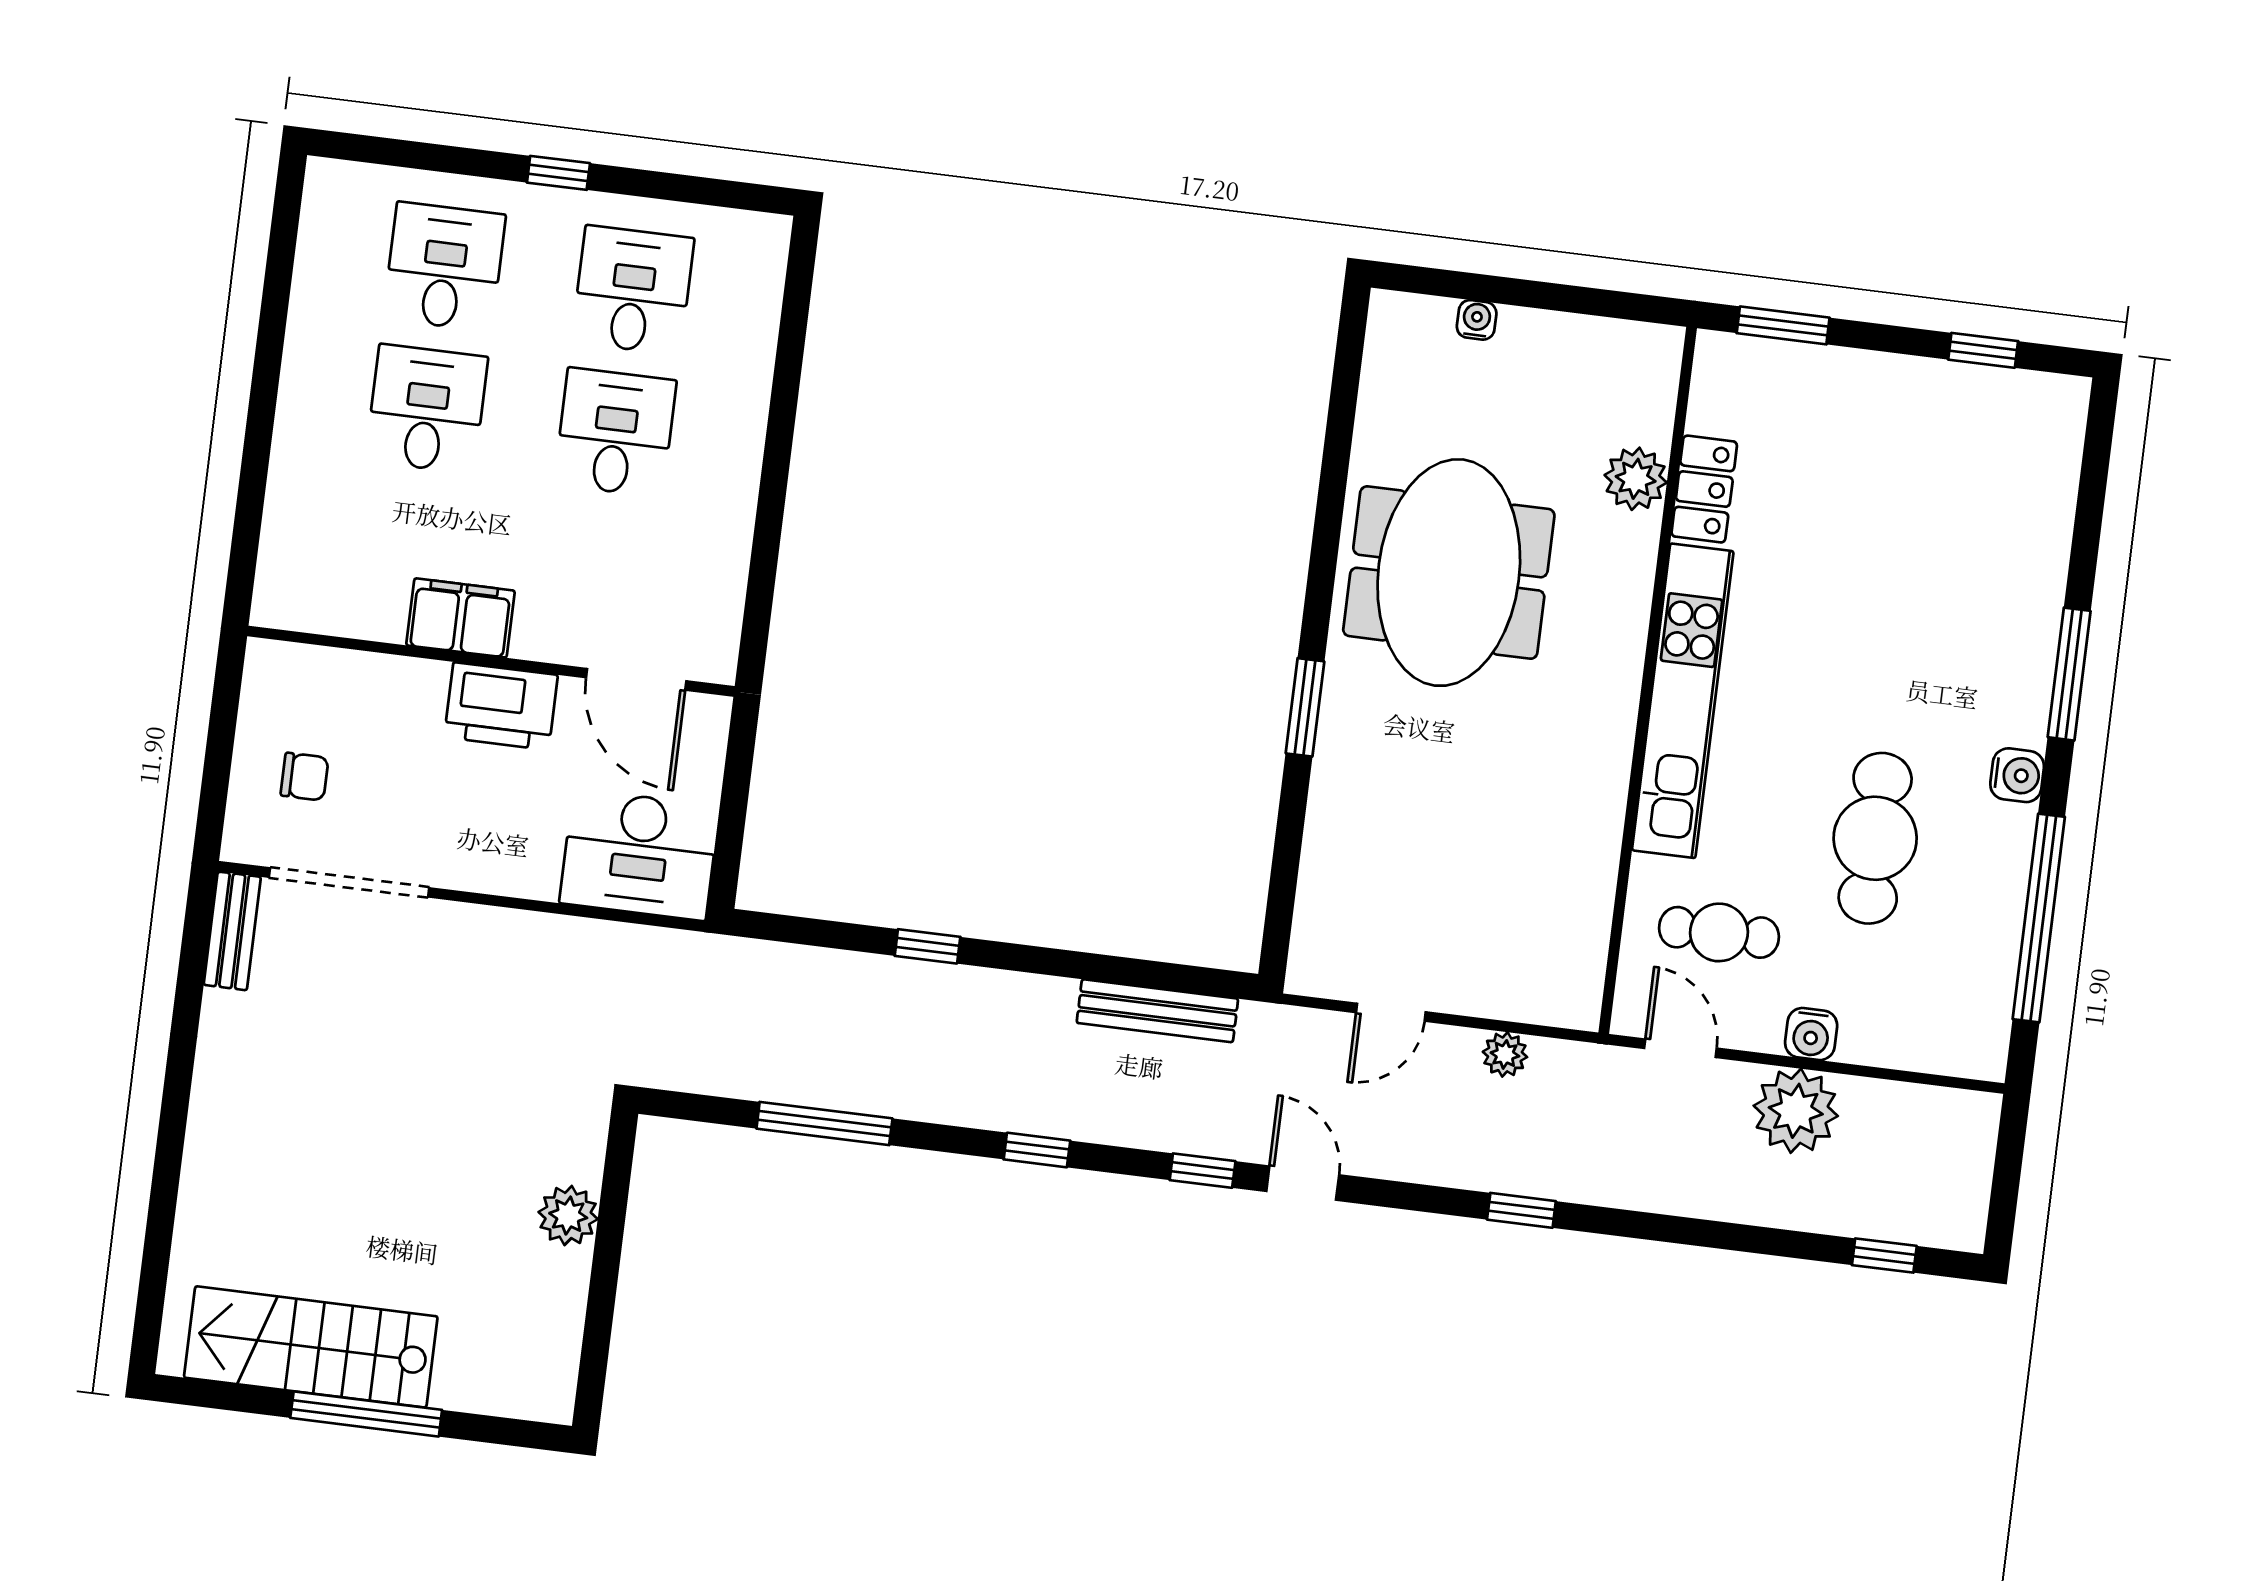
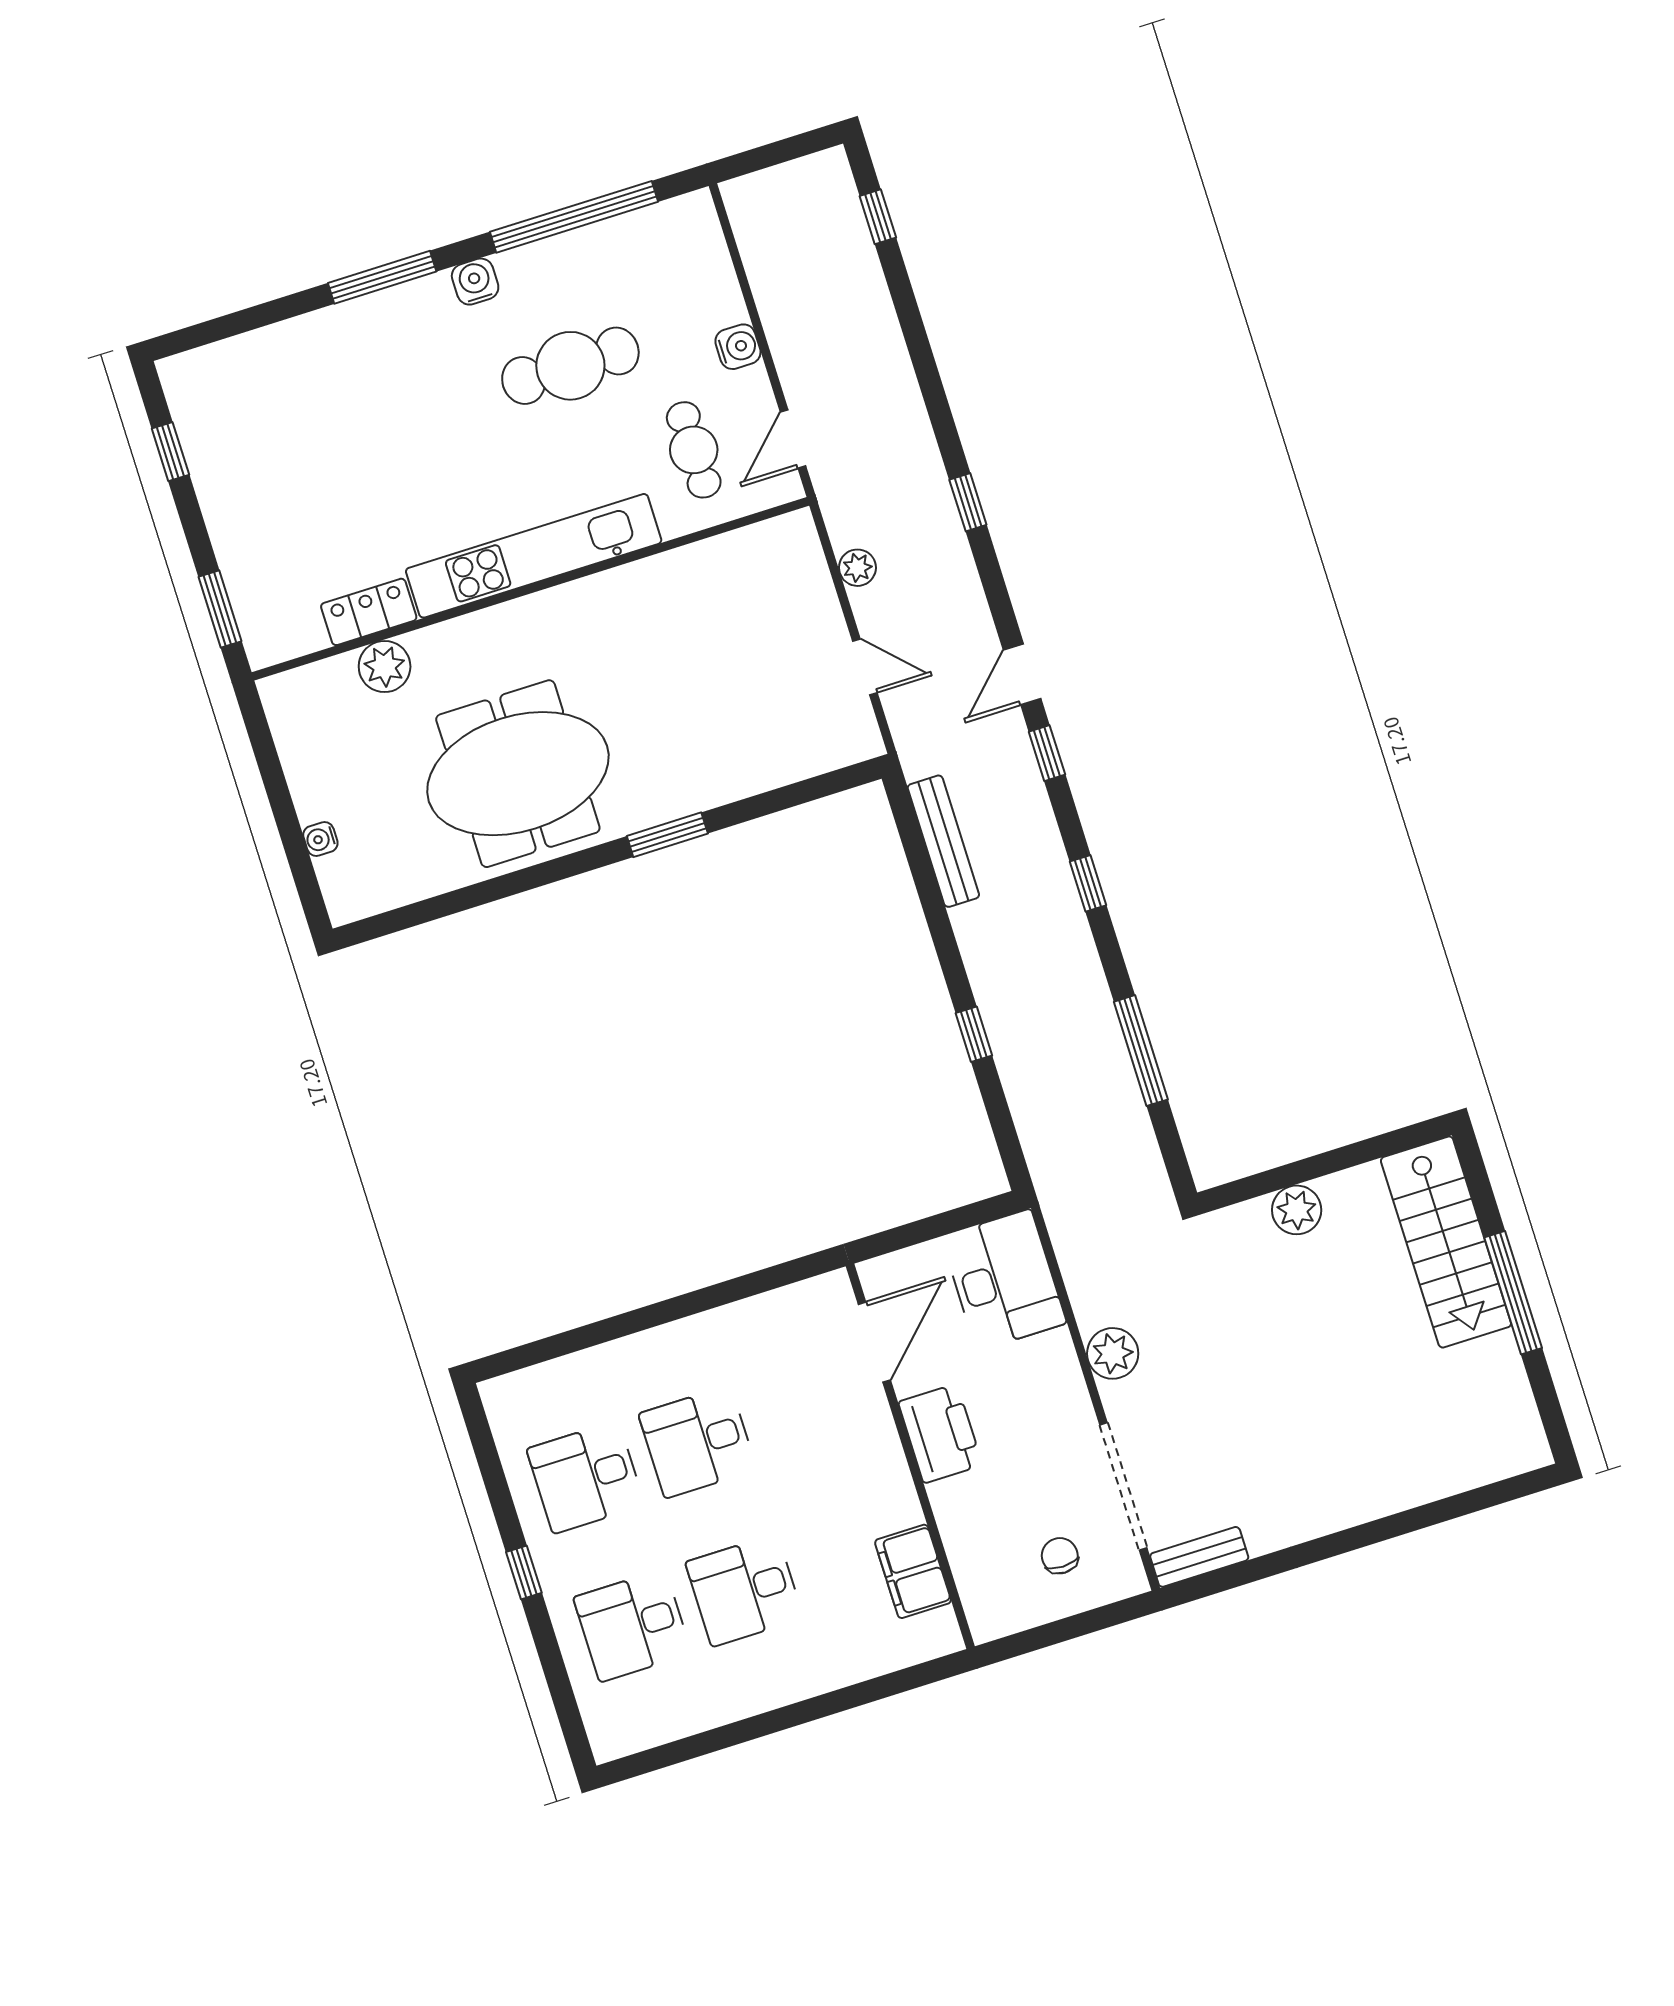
filing cabinet: (461, 618) -> (913, 1571), moved
plant: (1796, 1111) -> (1113, 1353), moved, width x0.73, depth x0.73
stairs: (311, 1347) -> (1446, 1242), moved

